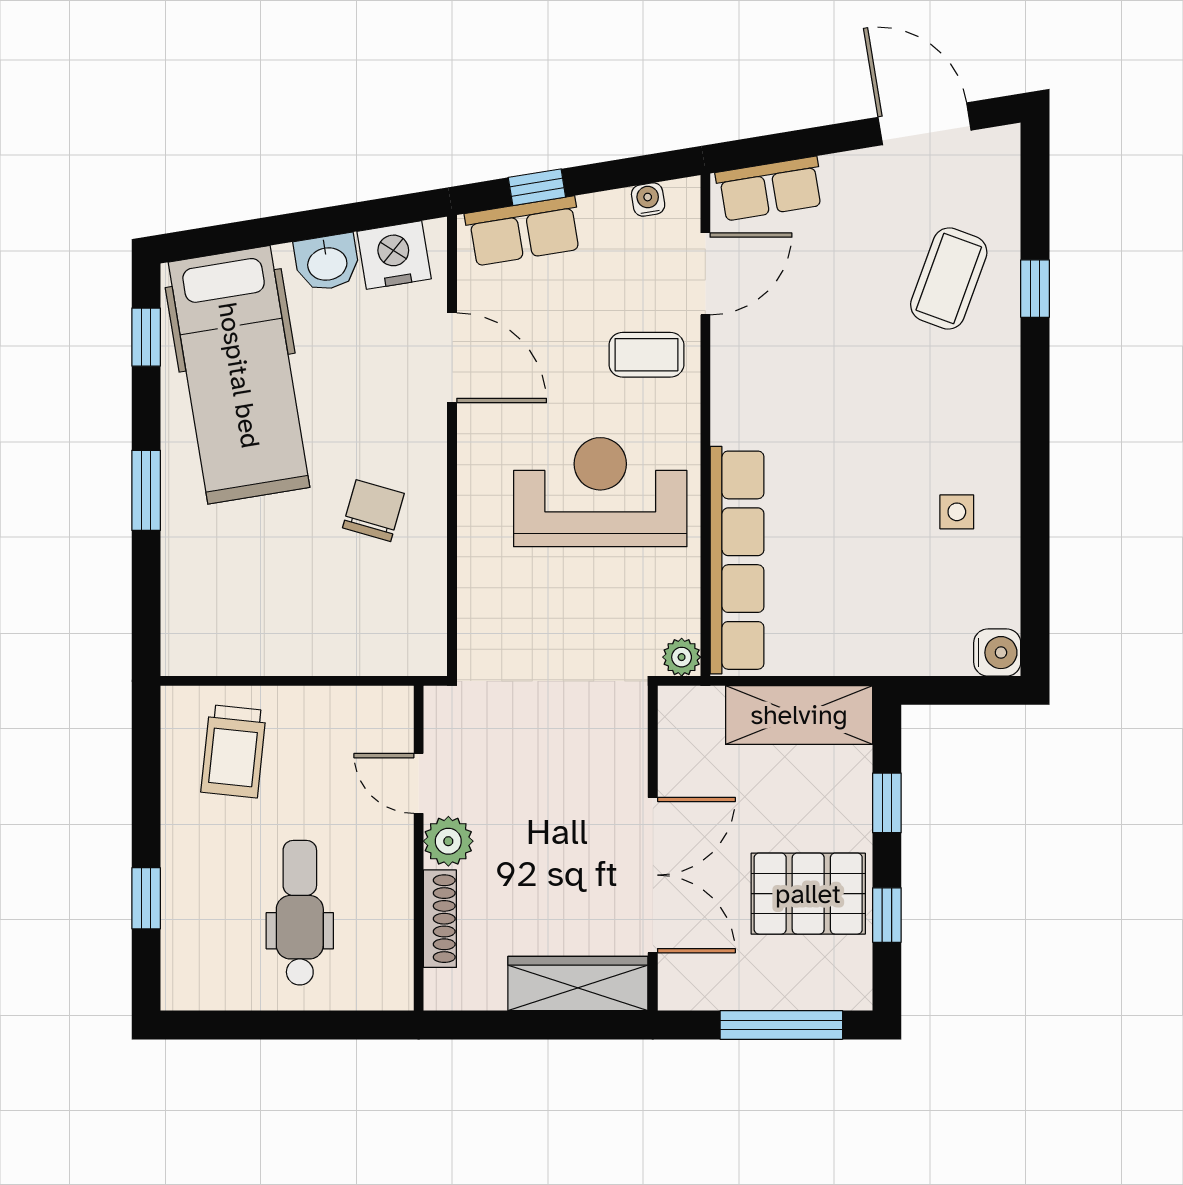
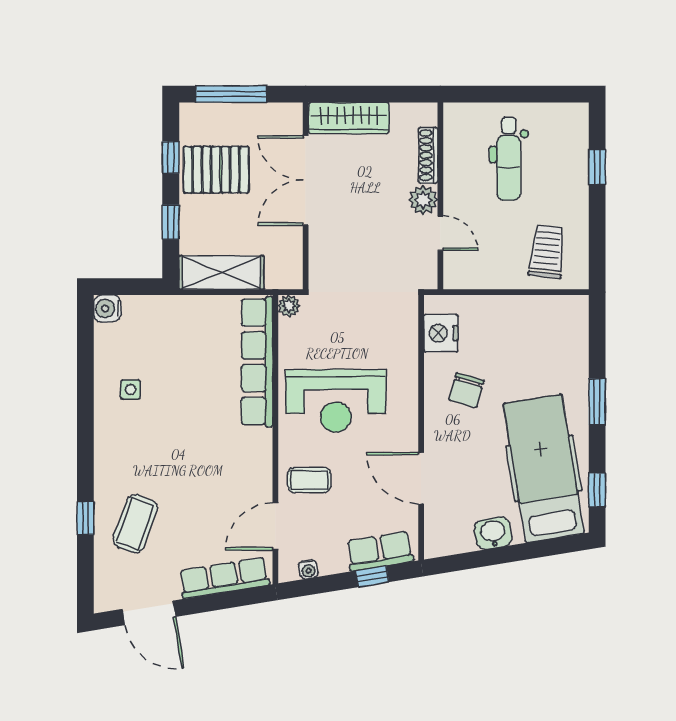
row of seats: (770, 189) -> (224, 578), width x1.48
nightstand: (394, 255) -> (441, 333), moved, turned 99

